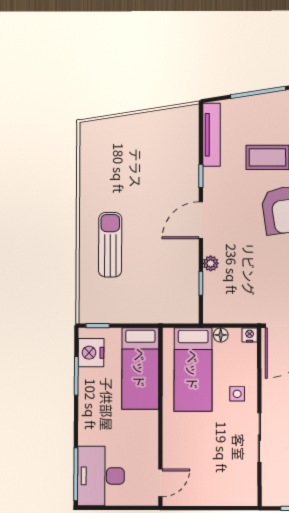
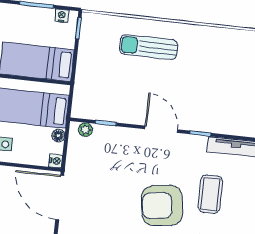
sun lounger: (110, 245) -> (148, 47), turned 180
plant: (211, 263) -> (85, 130), moved
nightstand: (91, 353) -> (62, 16), width x0.53, depth x0.56

